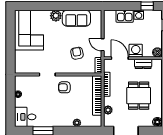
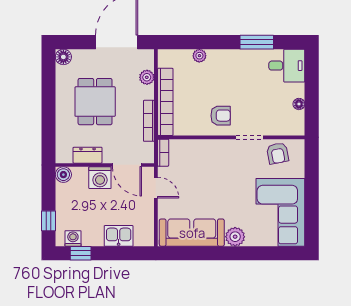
washing machine: (139, 15) -> (73, 238), moved
sofa: (76, 18) -> (192, 233), width x1.36
armchair: (77, 53) -> (278, 153), moved

